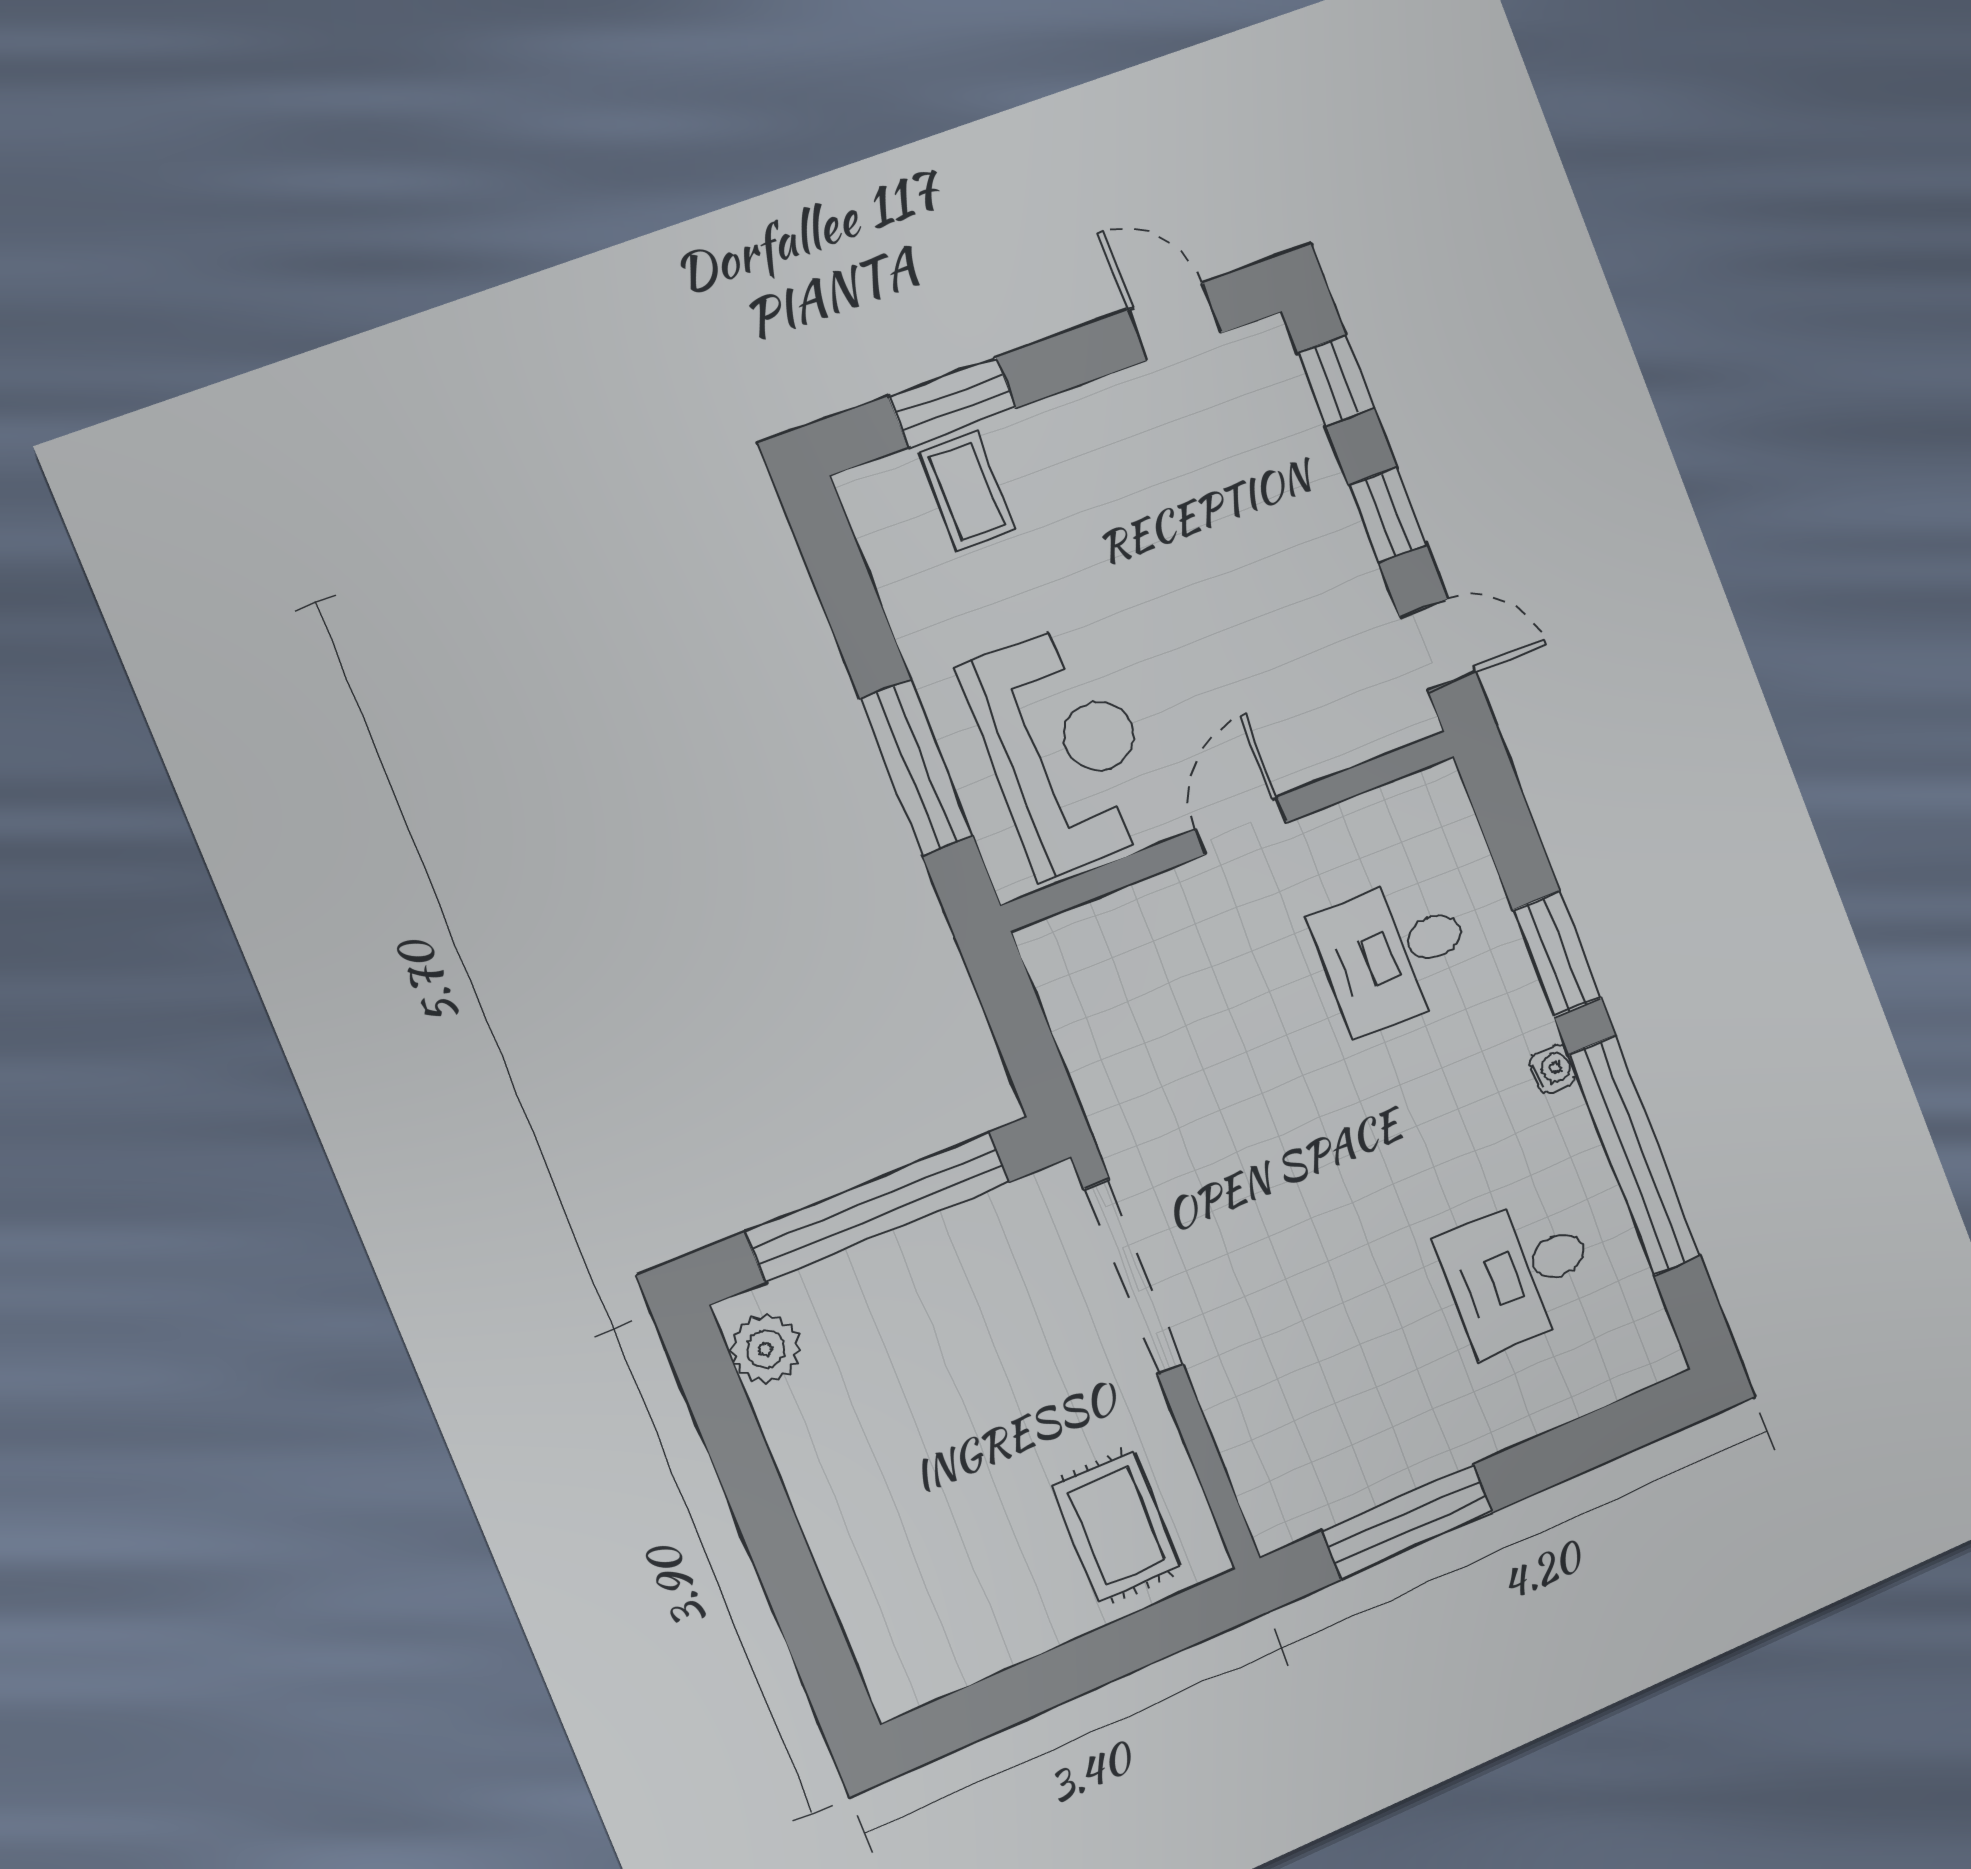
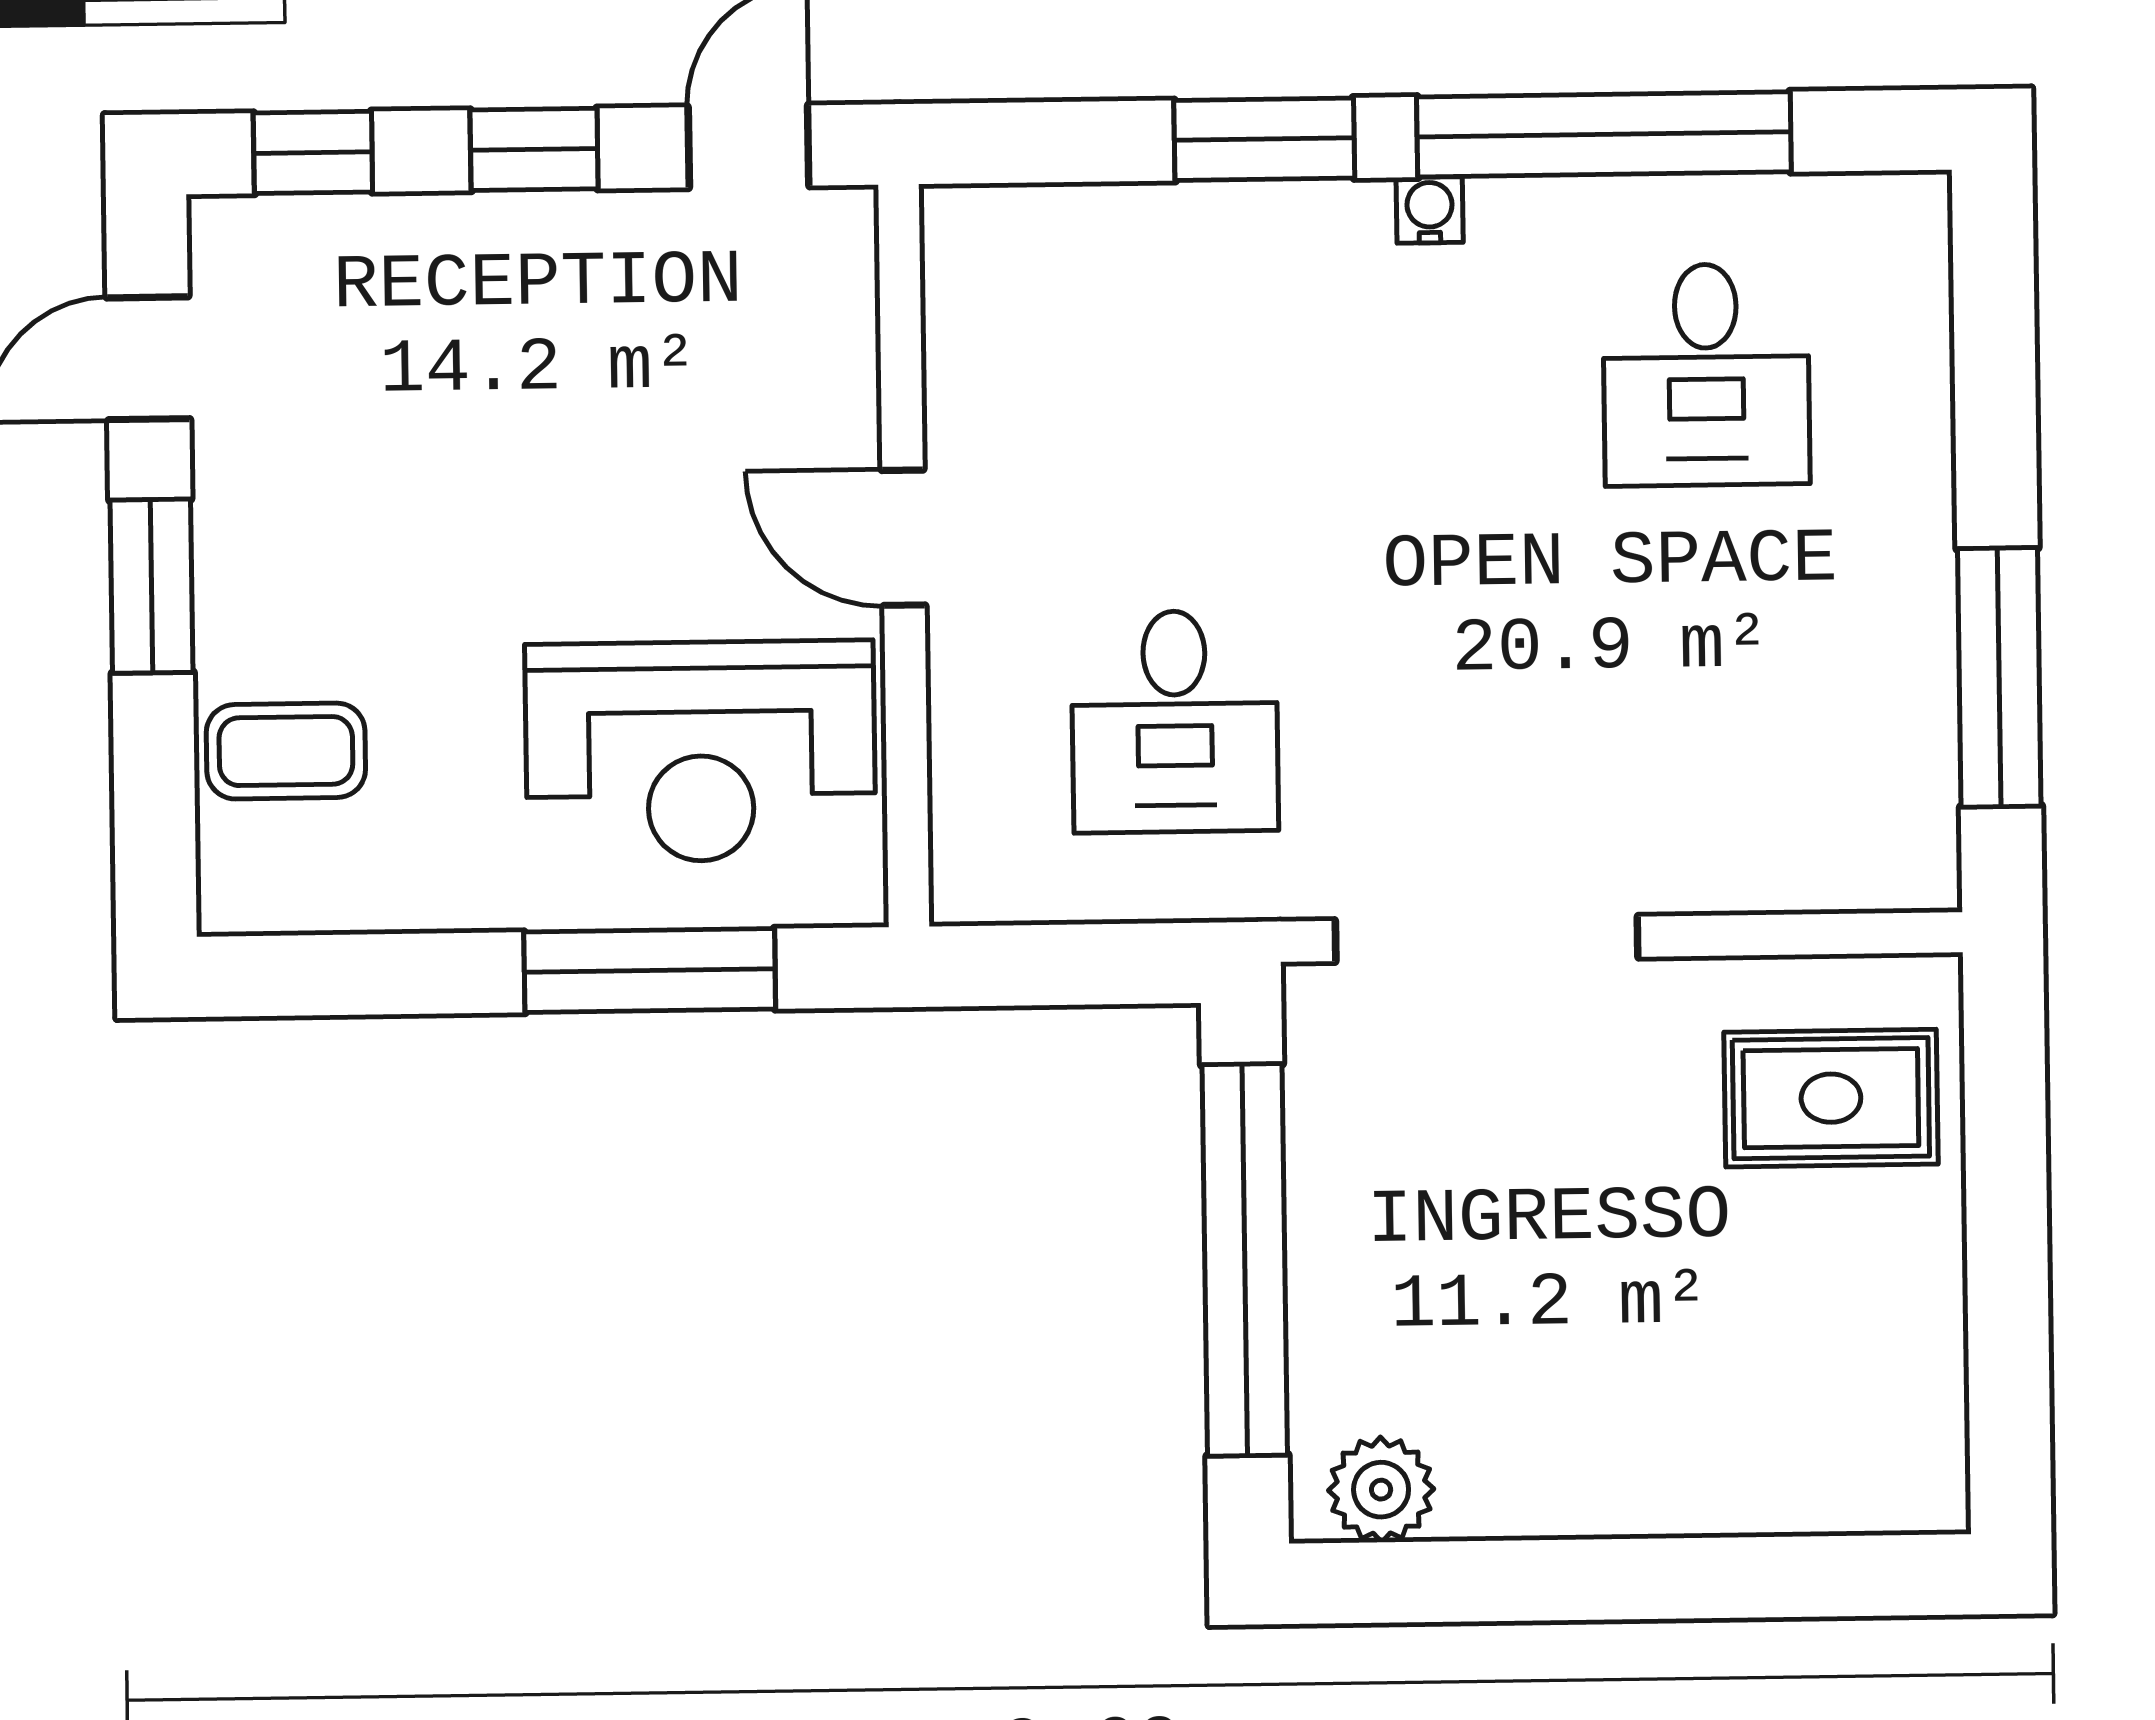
window: (952, 402) -> (152, 586), moved
reception desk: (1064, 749) -> (700, 751), turned 180
desk: (1394, 953) -> (1175, 722), moved

